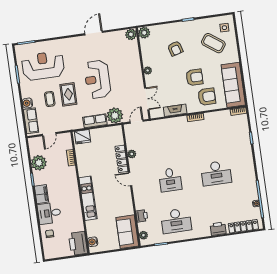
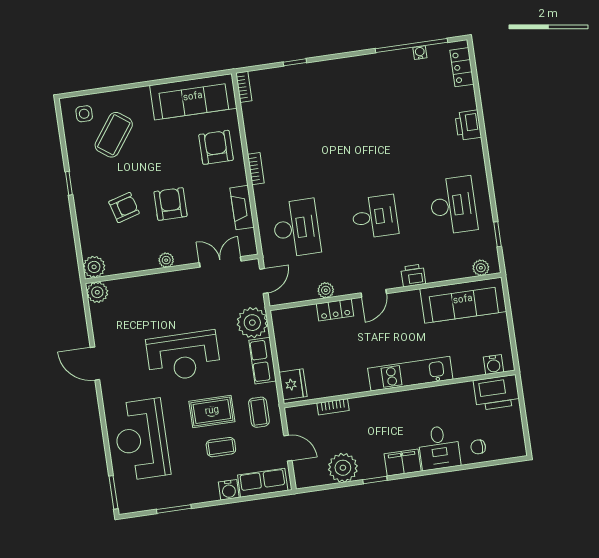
reception desk: (43, 66) -> (141, 439), moved
armchair: (194, 77) -> (170, 204), moved
coffee table: (68, 119) -> (259, 412), added
door: (137, 122) -> (264, 281), swing flipped
locker: (121, 159) -> (335, 310), width x0.66
desk: (216, 173) -> (296, 228), moved
printer: (142, 216) -> (413, 275), moved
locker: (243, 226) -> (462, 67), width x0.66
sofa: (127, 232) -> (463, 300), width x1.36

